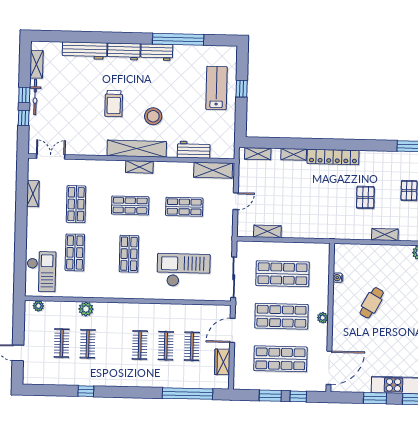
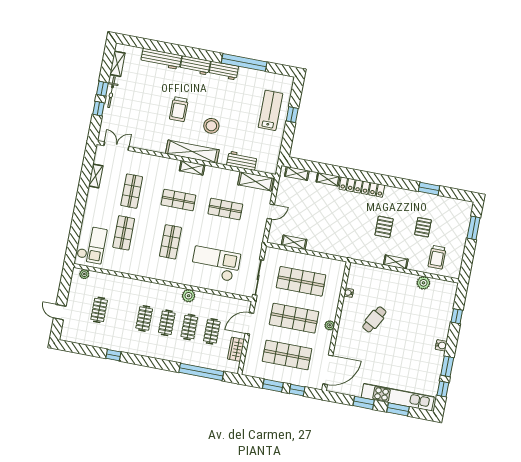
plant: (86, 309) -> (189, 296), moved
clothes rail: (88, 344) -> (144, 318), moved

